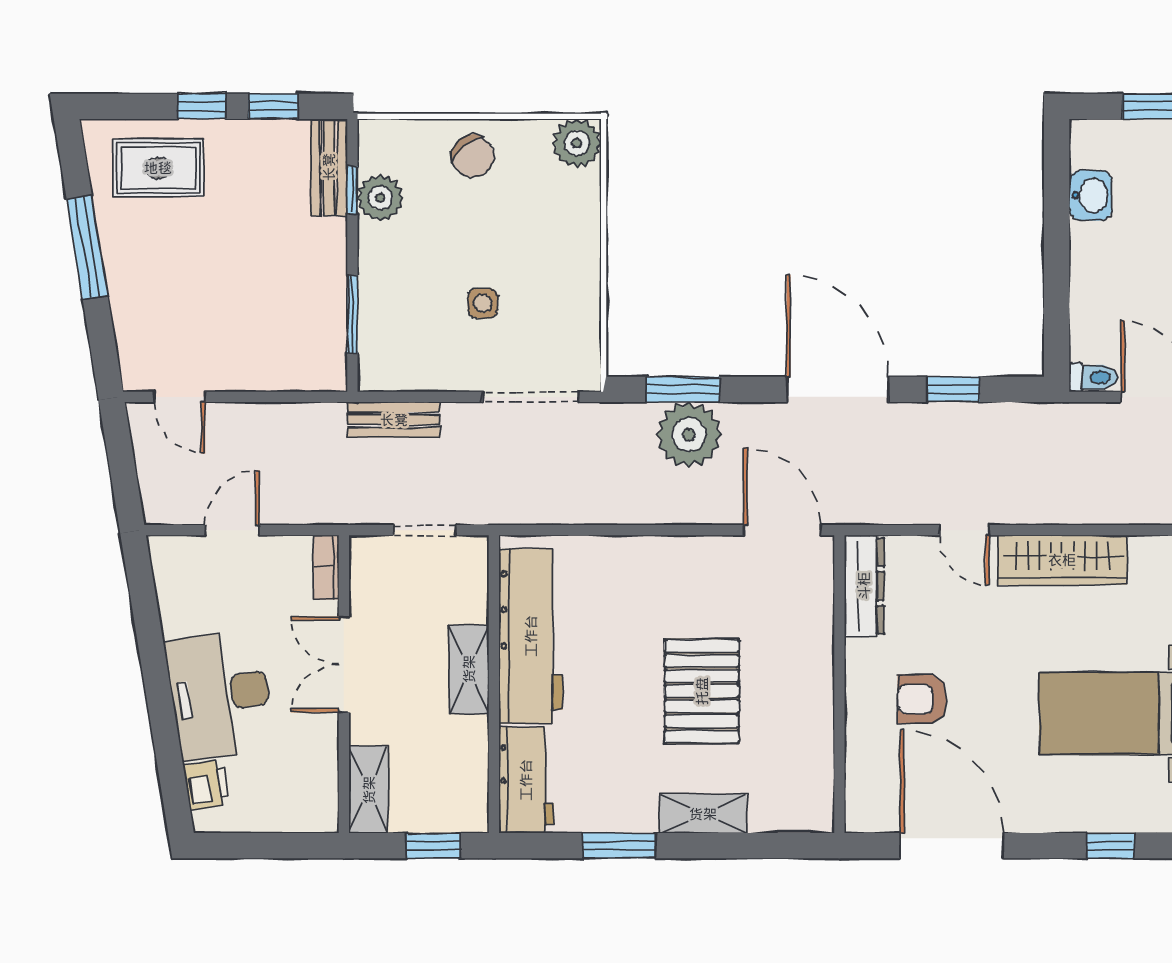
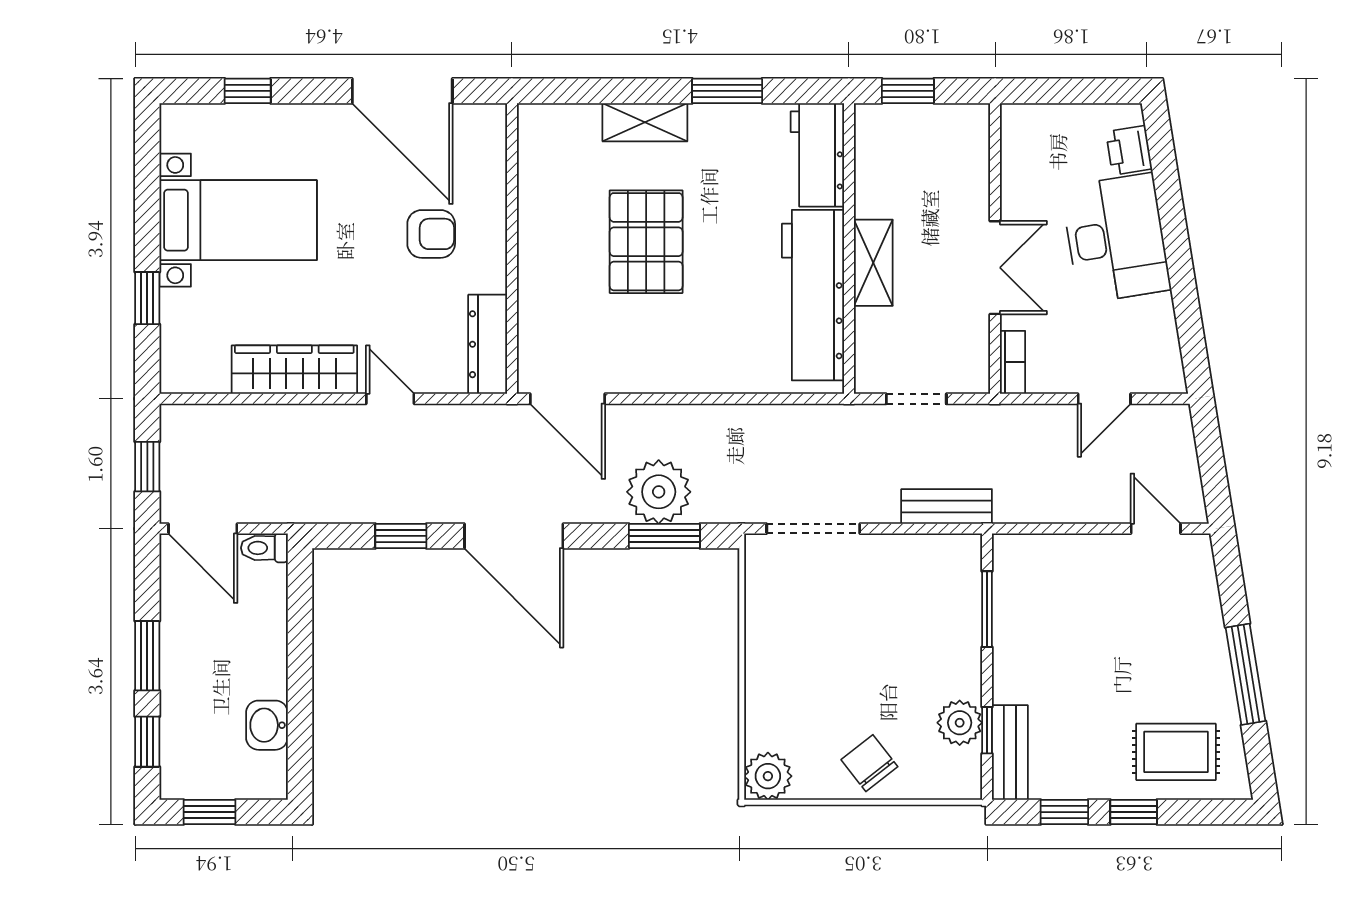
side table: (483, 303) -> (860, 620), removed
shelving: (369, 790) -> (971, 146), removed

